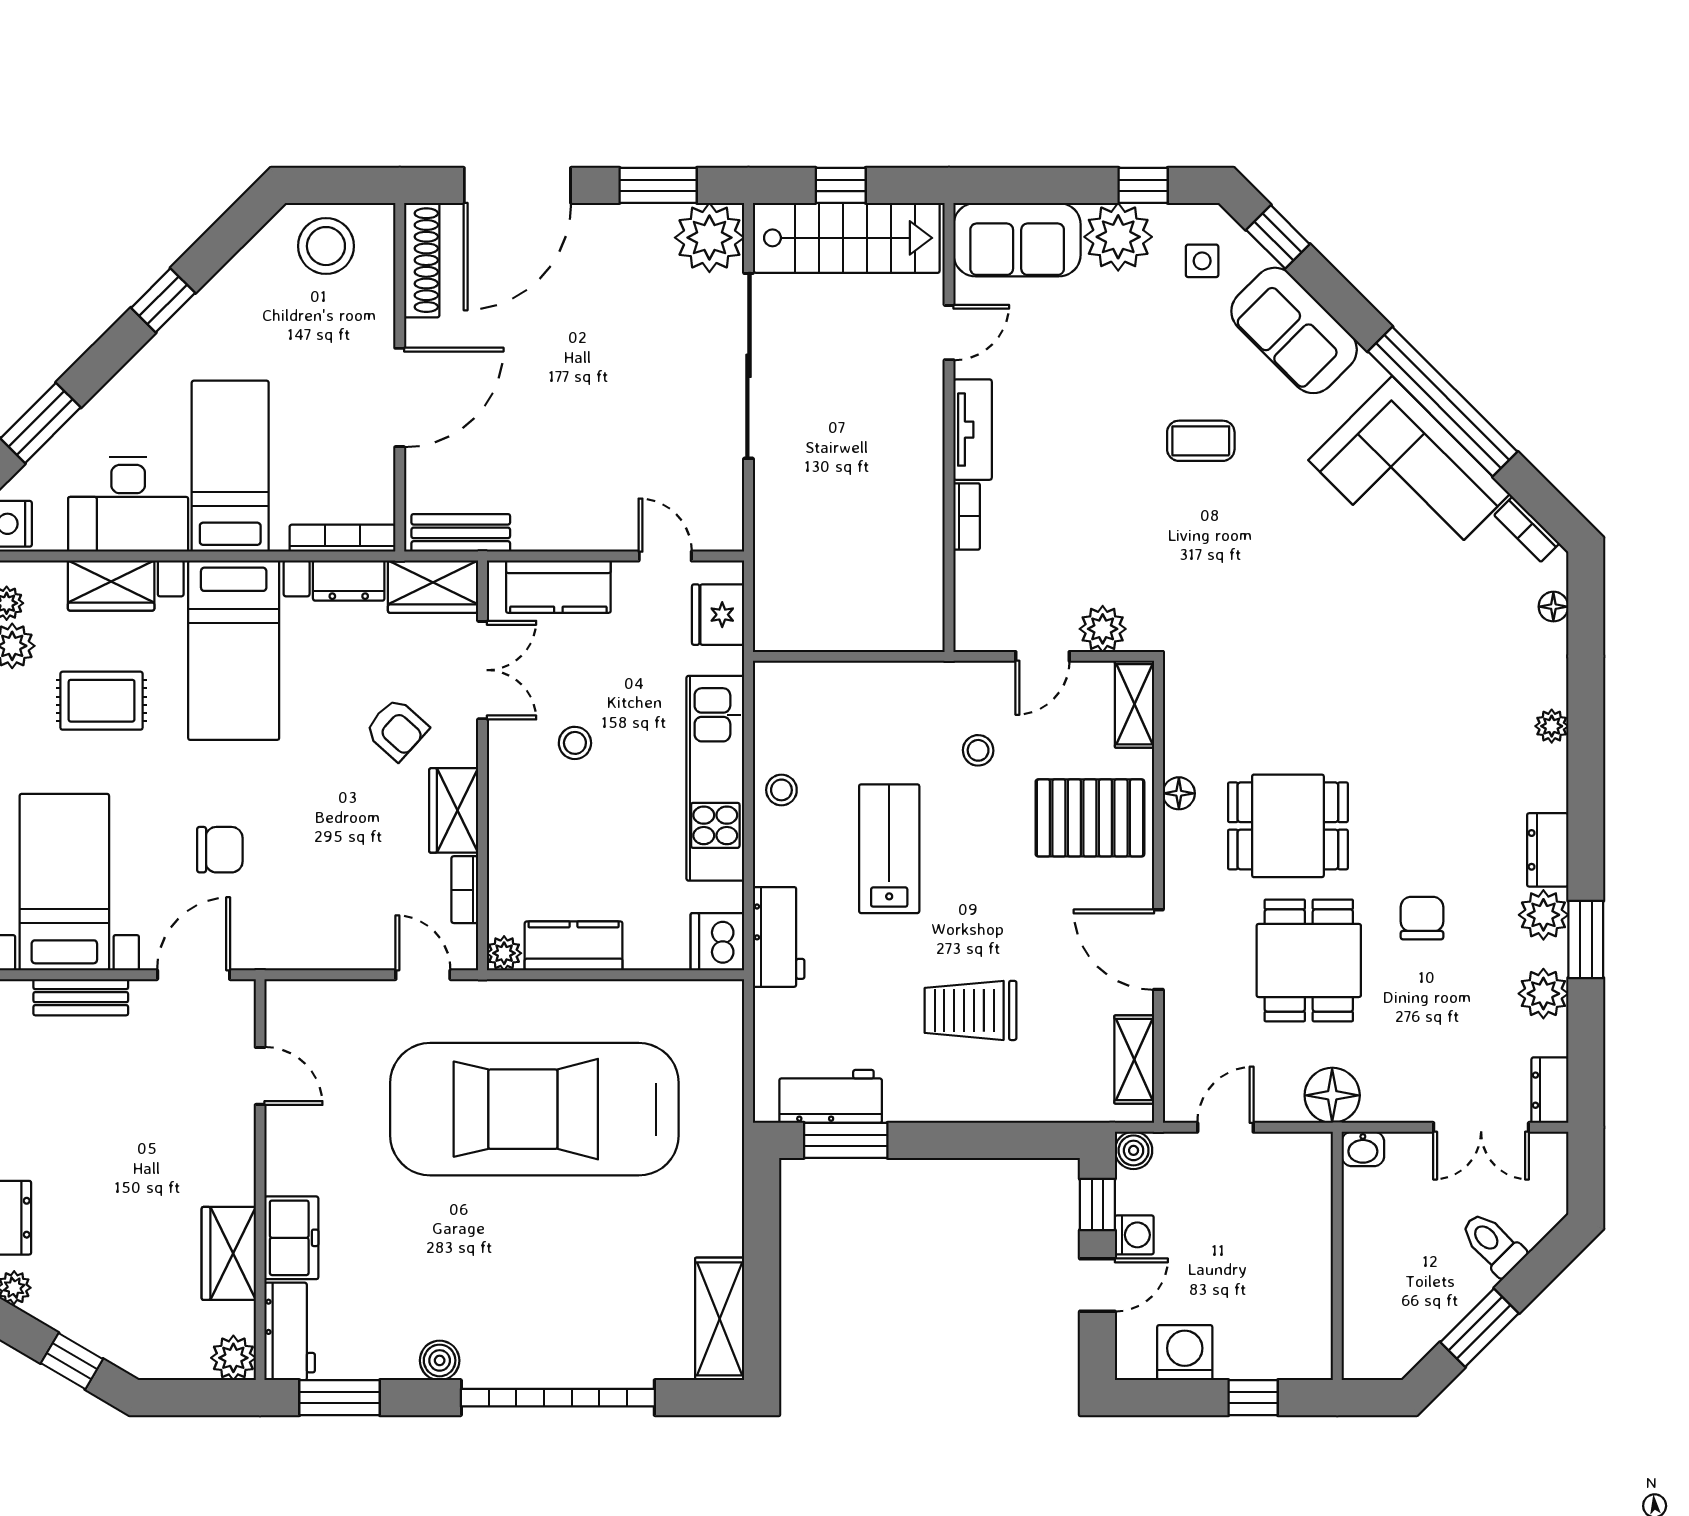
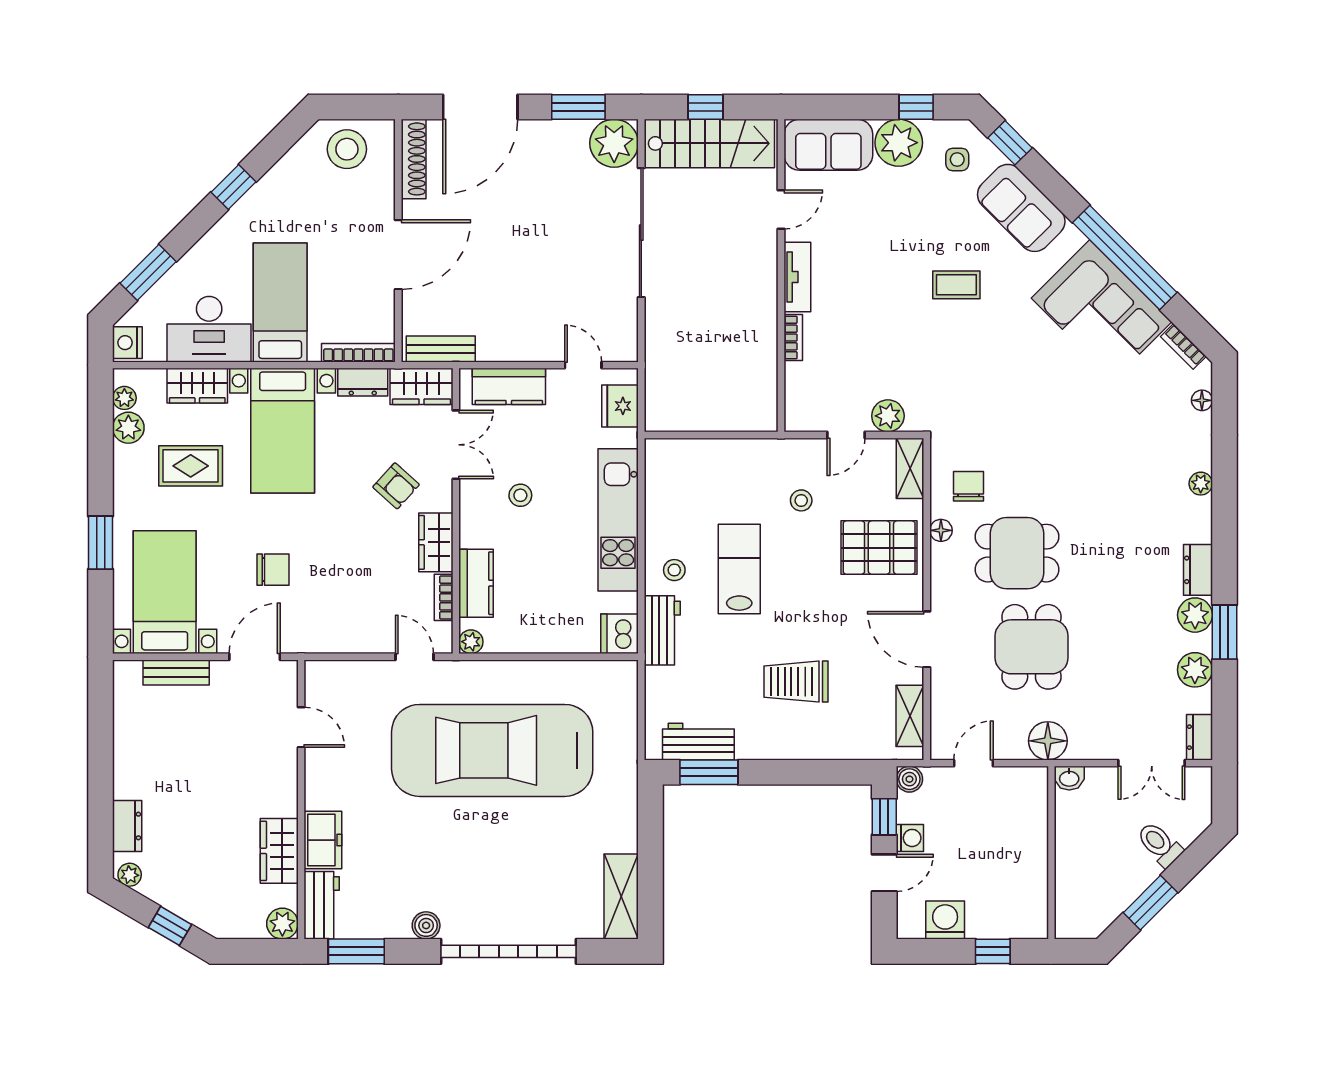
stool: (781, 790) -> (674, 570), moved
chair: (1422, 918) -> (969, 486), moved
kitchen counter: (574, 946) -> (476, 583), moved, turned 90

